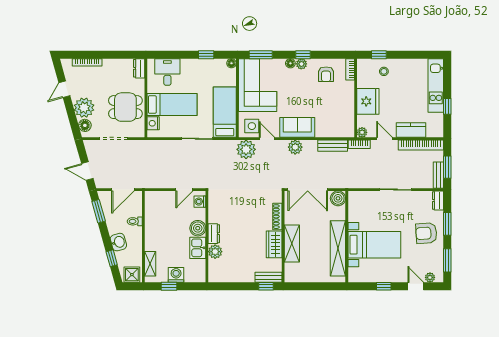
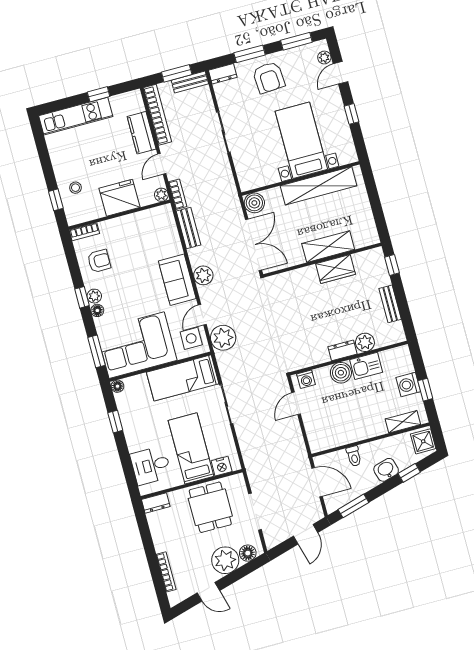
door: (184, 190) -> (296, 403), swing flipped
shoe rack: (277, 217) -> (299, 274), removed
bench: (268, 277) -> (390, 304), moved

